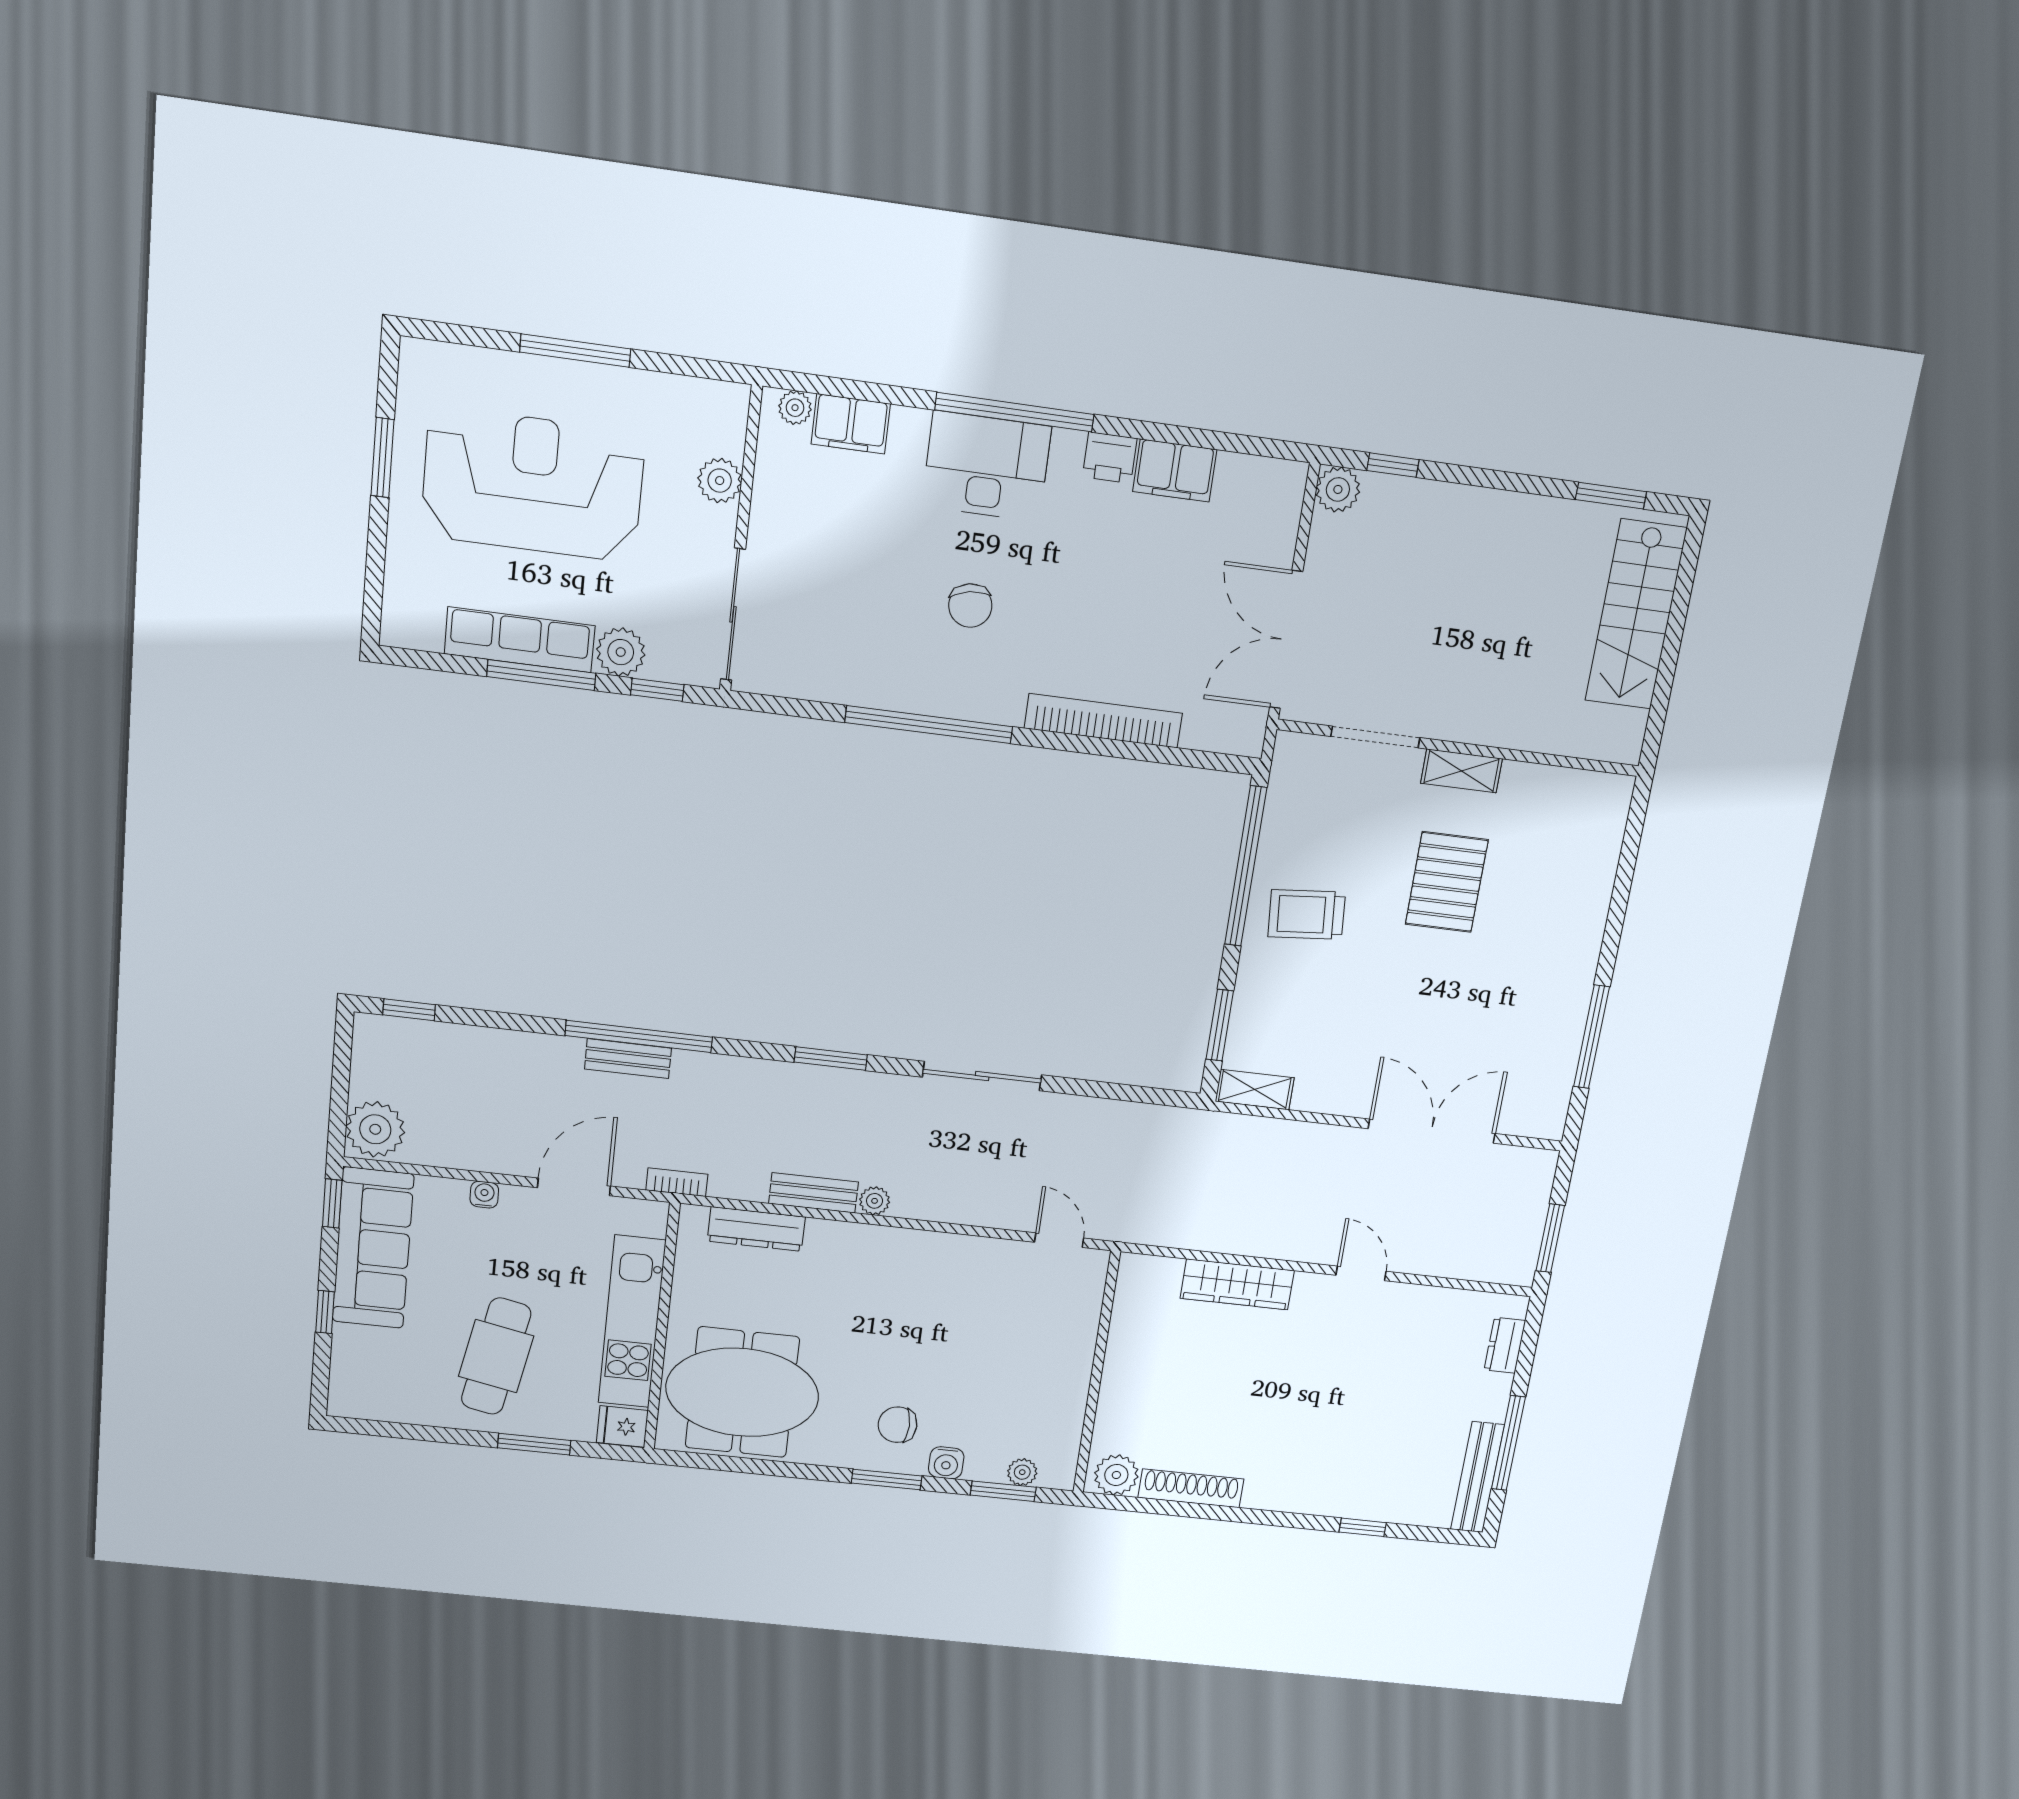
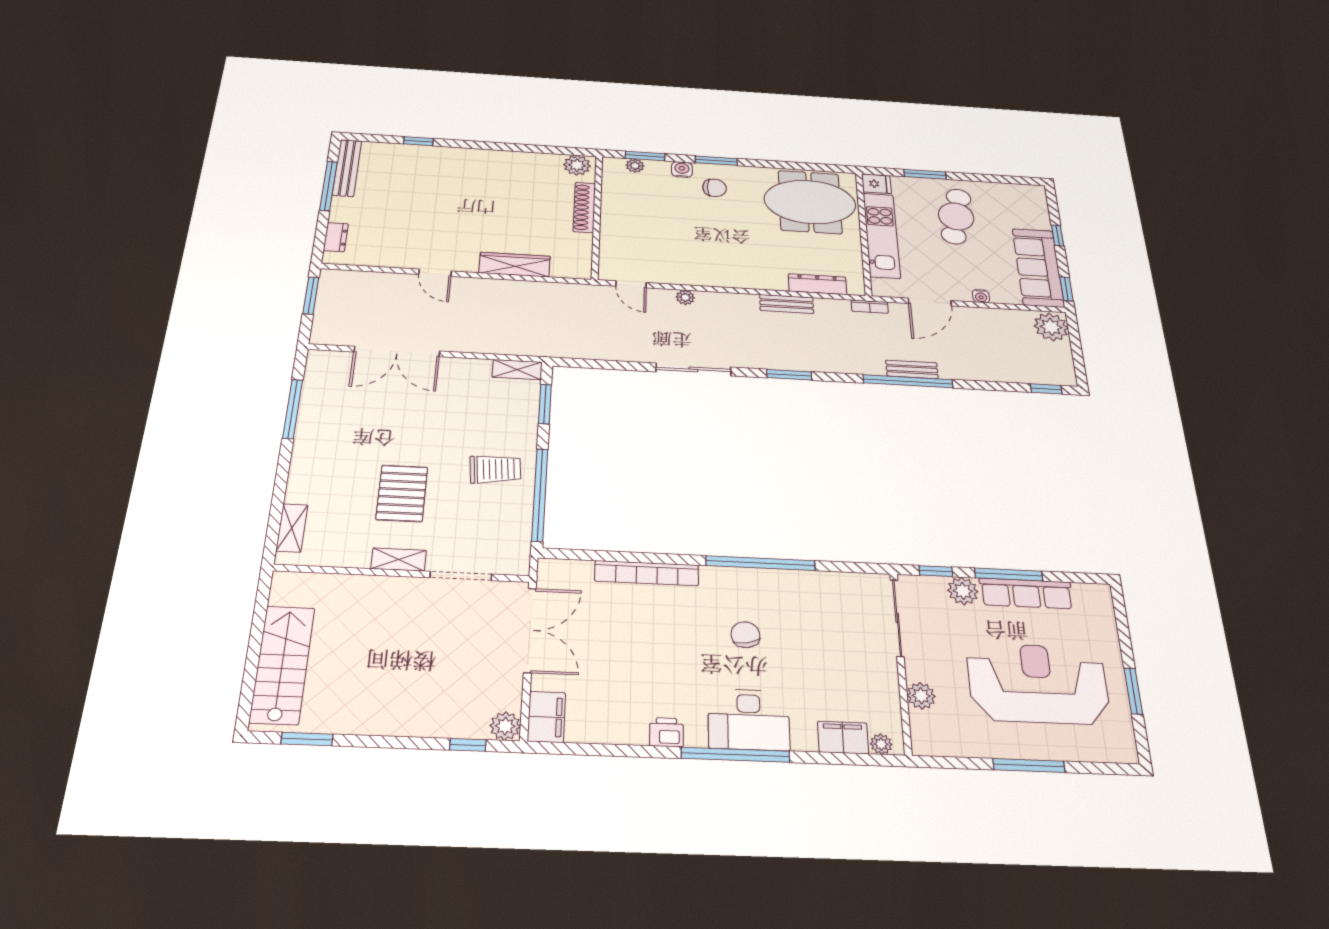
filing cabinet: (1175, 471) -> (546, 717), moved, turned 90
reception desk: (533, 484) -> (1038, 683), turned 180
shelving: (1607, 834) -> (292, 528), added
plant: (875, 1201) -> (685, 297), moved
shoe rack: (1191, 1488) -> (584, 207), moved, turned 90

